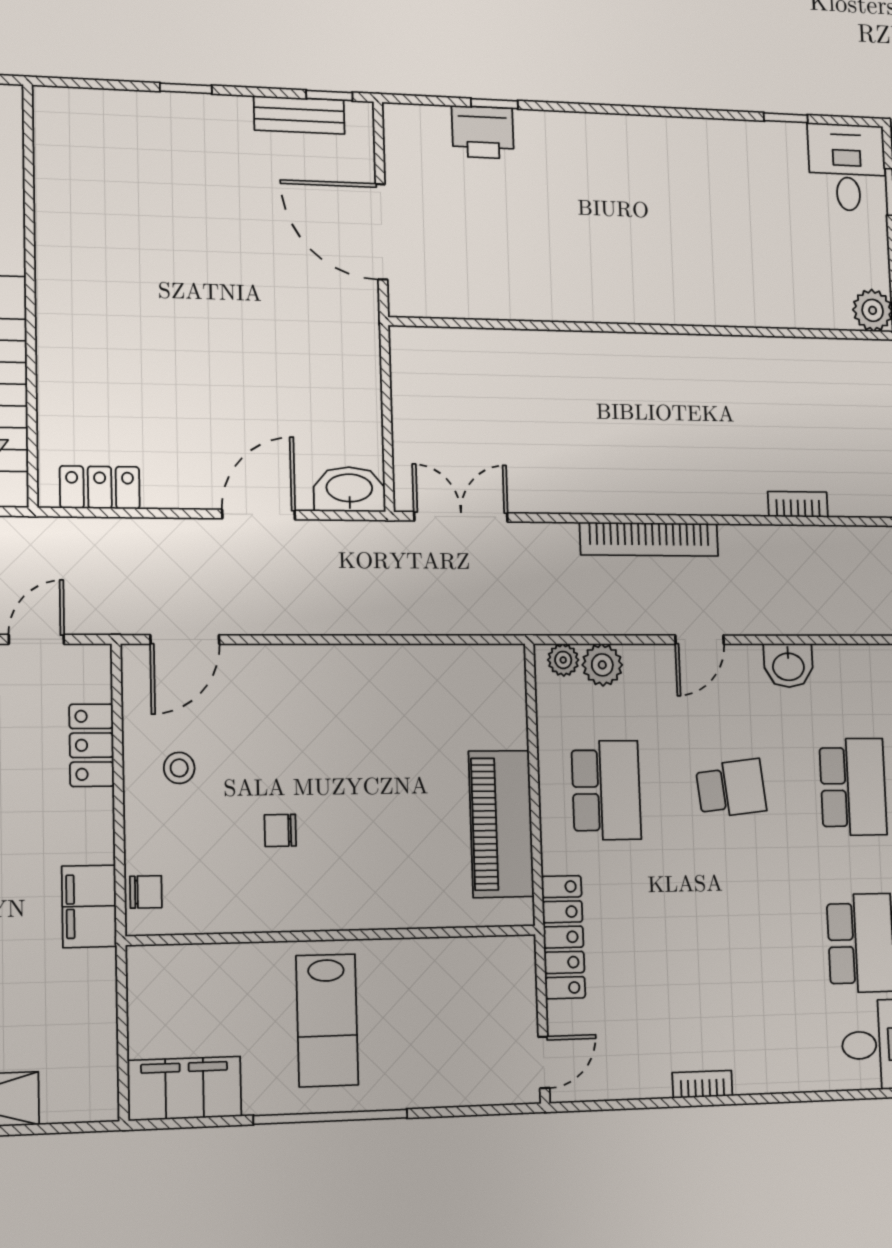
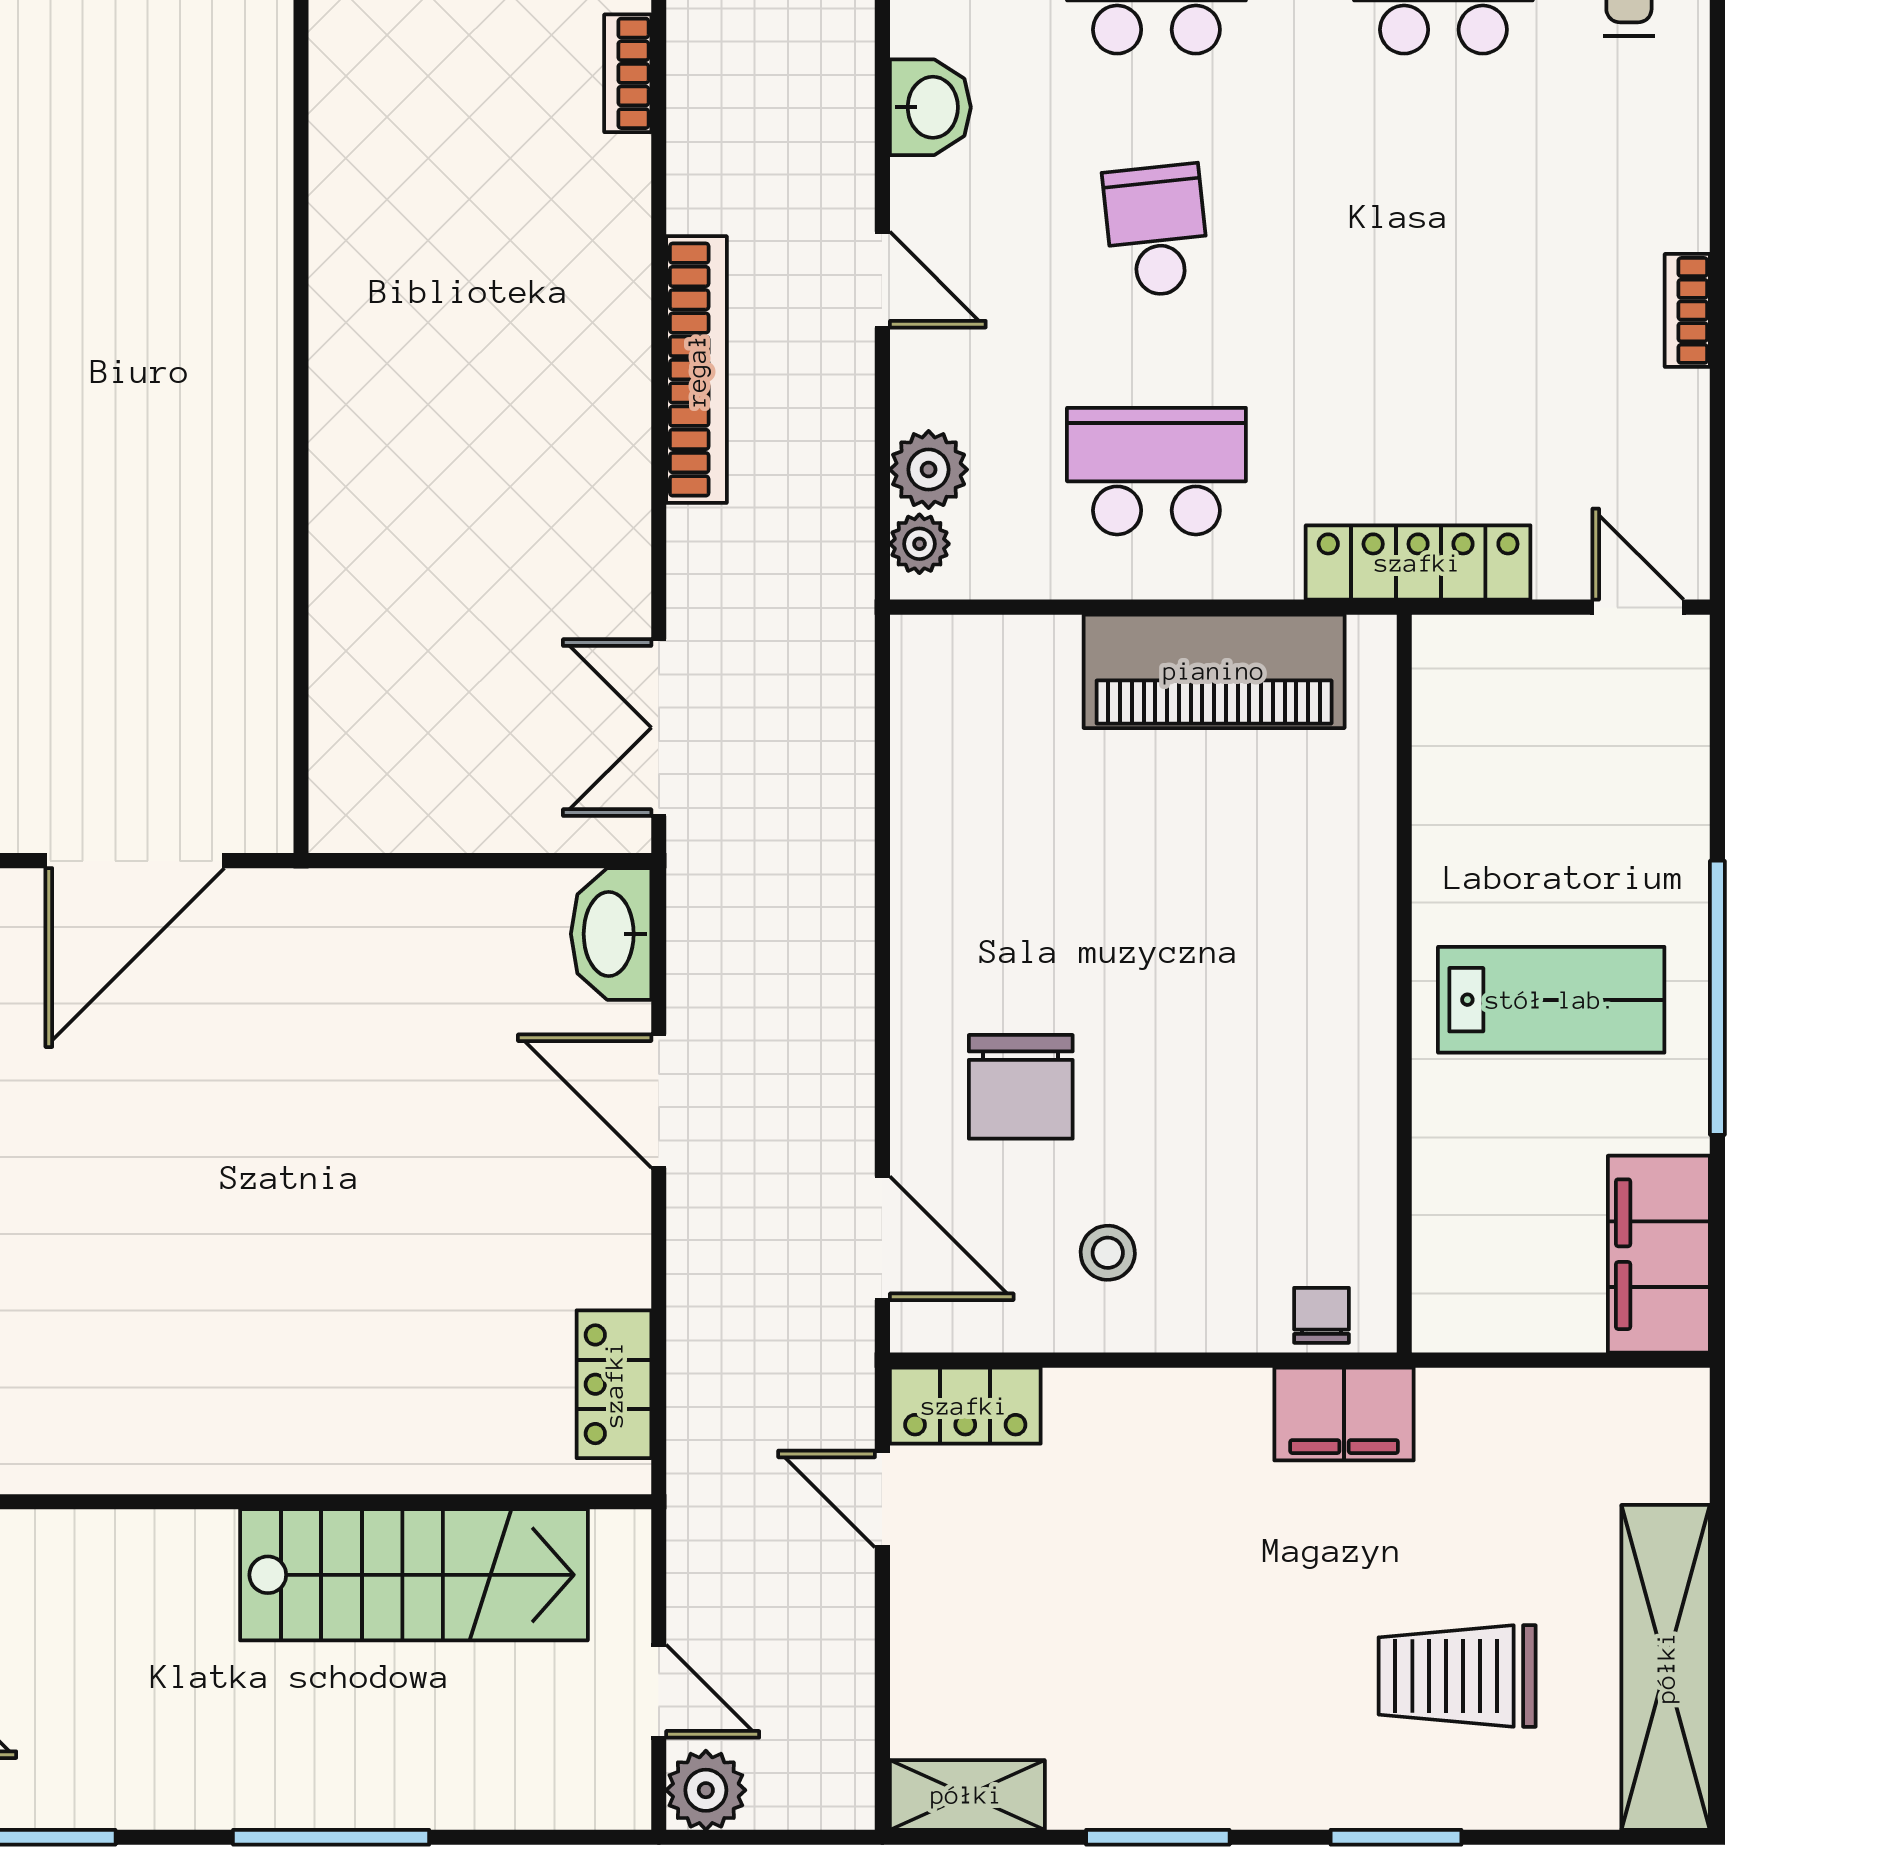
locker: (92, 745) -> (965, 1406), moved
chair: (280, 830) -> (1021, 1087), moved, width x1.87, depth x1.87

